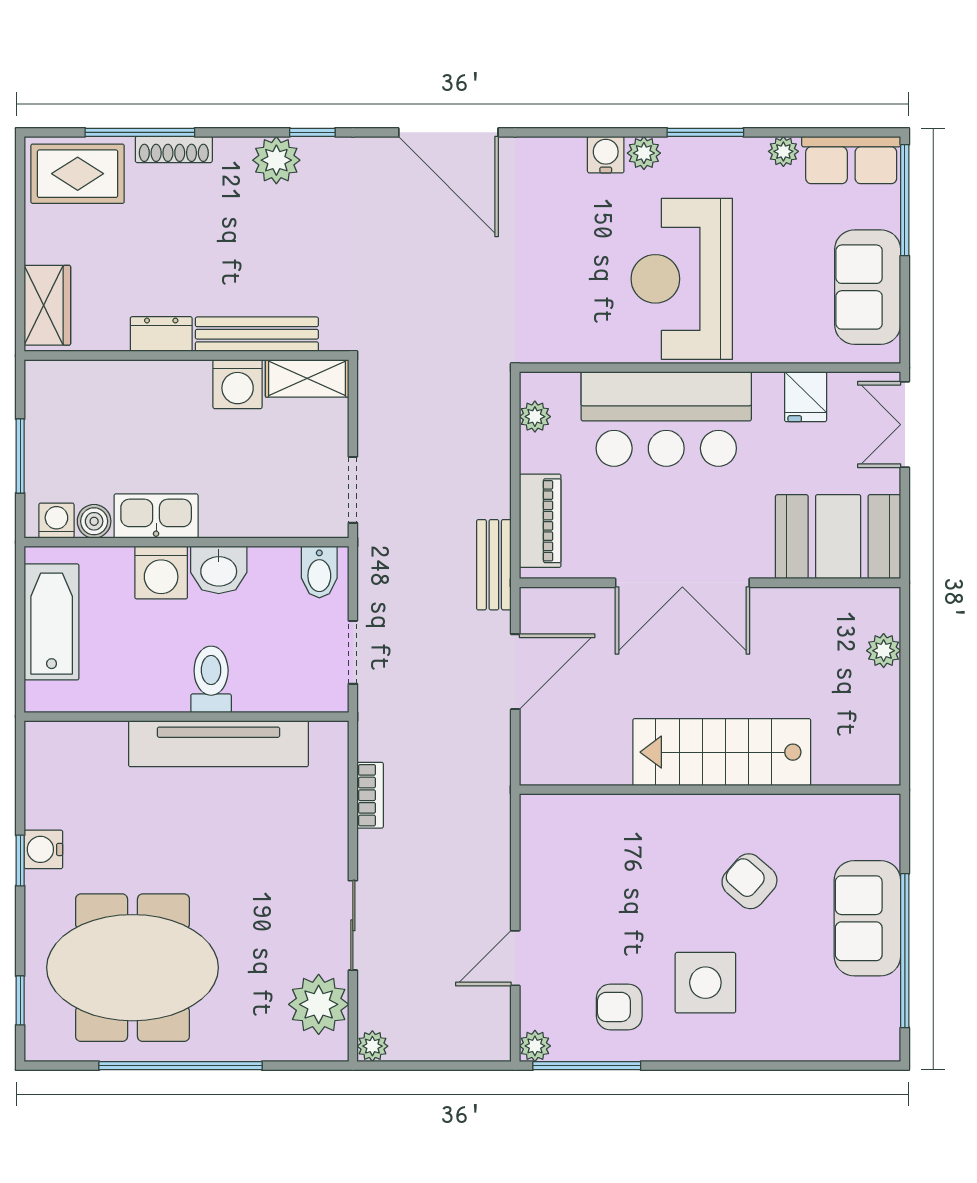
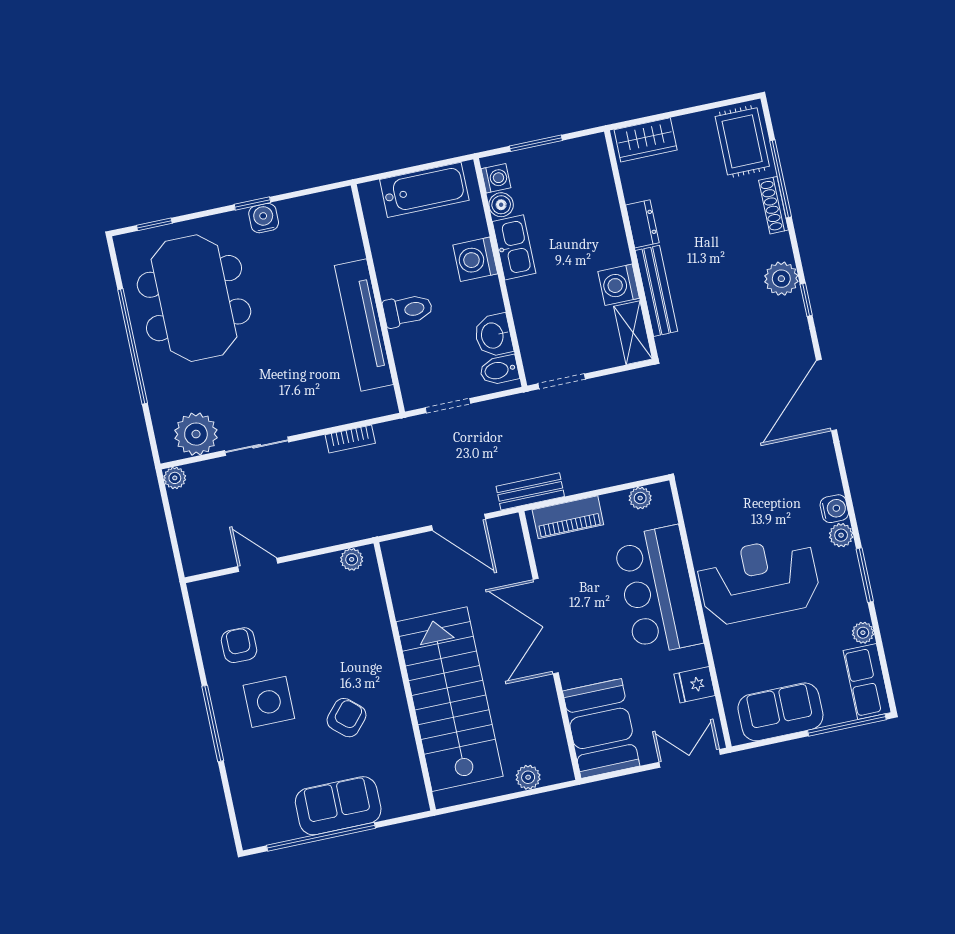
washbasin: (219, 570) -> (493, 335), moved
stairs: (722, 752) -> (450, 699), width x1.36, depth x1.51
plant: (535, 1046) -> (352, 559), moved
window: (587, 1066) -> (213, 723), moved

